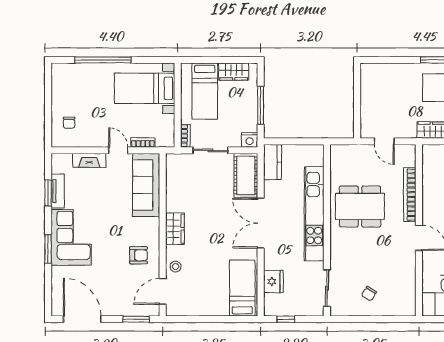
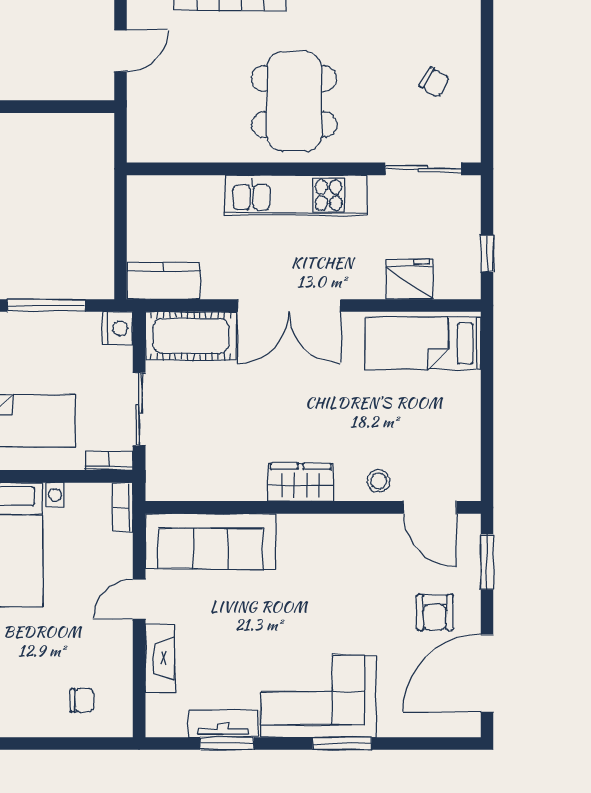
bookcase: (143, 143) -> (123, 507), moved
dining table: (360, 206) -> (294, 102), moved
kitchen unit: (314, 214) -> (296, 195), width x0.73
armchair: (139, 255) -> (435, 612), moved, turned 180

